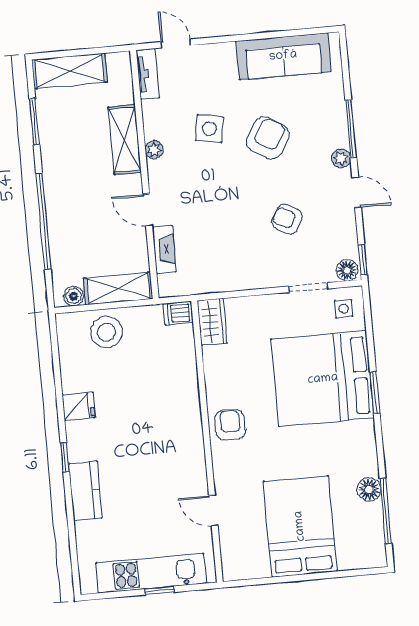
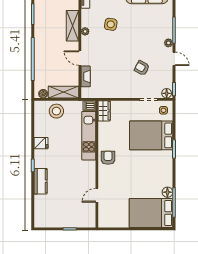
armchair: (268, 138) -> (136, 31), removed
bed: (323, 379) -> (151, 135), width x0.73
door: (213, 511) -> (97, 195), hinge flipped
bed: (300, 526) -> (151, 213), moved, turned -90
kitchen unit: (151, 573) -> (89, 136), moved, turned -90

